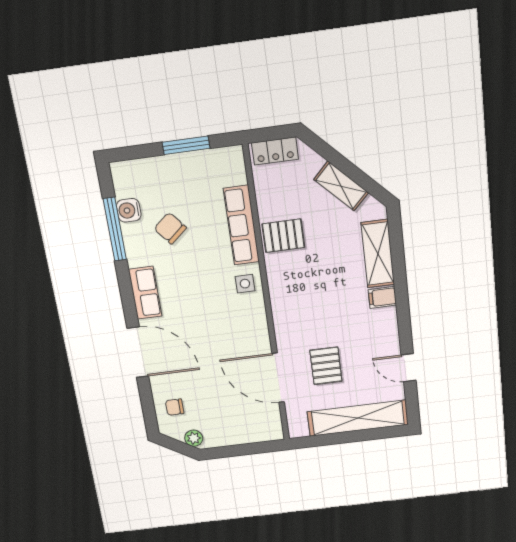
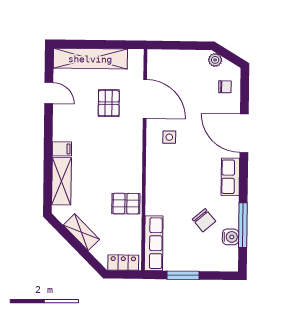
row of seats: (241, 225) -> (154, 243), moved
side table: (245, 284) -> (169, 137), moved

